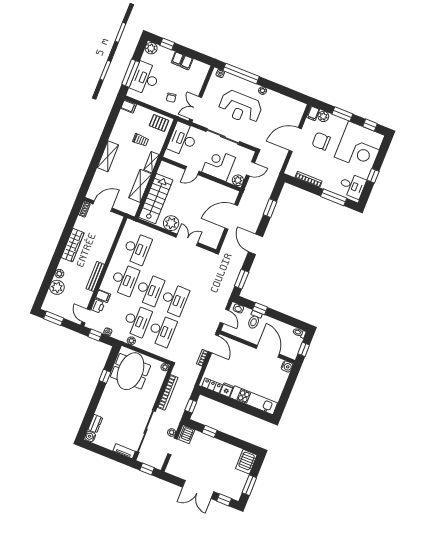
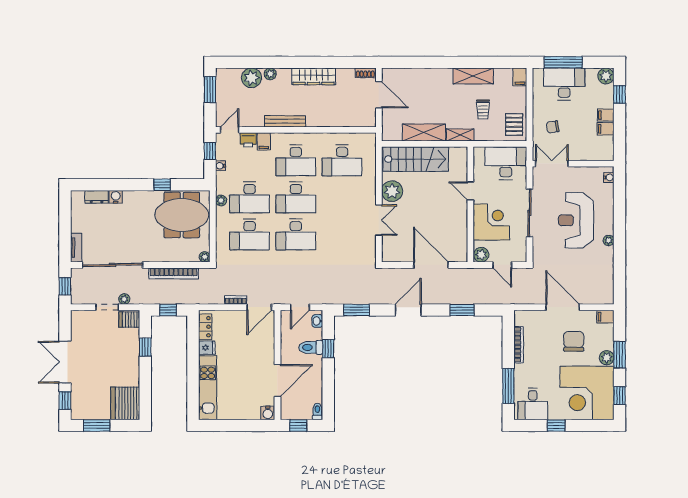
window: (241, 74) -> (620, 204), removed
plant: (323, 116) -> (607, 358), moved
shelving: (108, 156) -> (473, 76), moved
water cooler: (90, 436) -> (116, 197), moved
server rack: (246, 462) -> (125, 403), width x1.60

